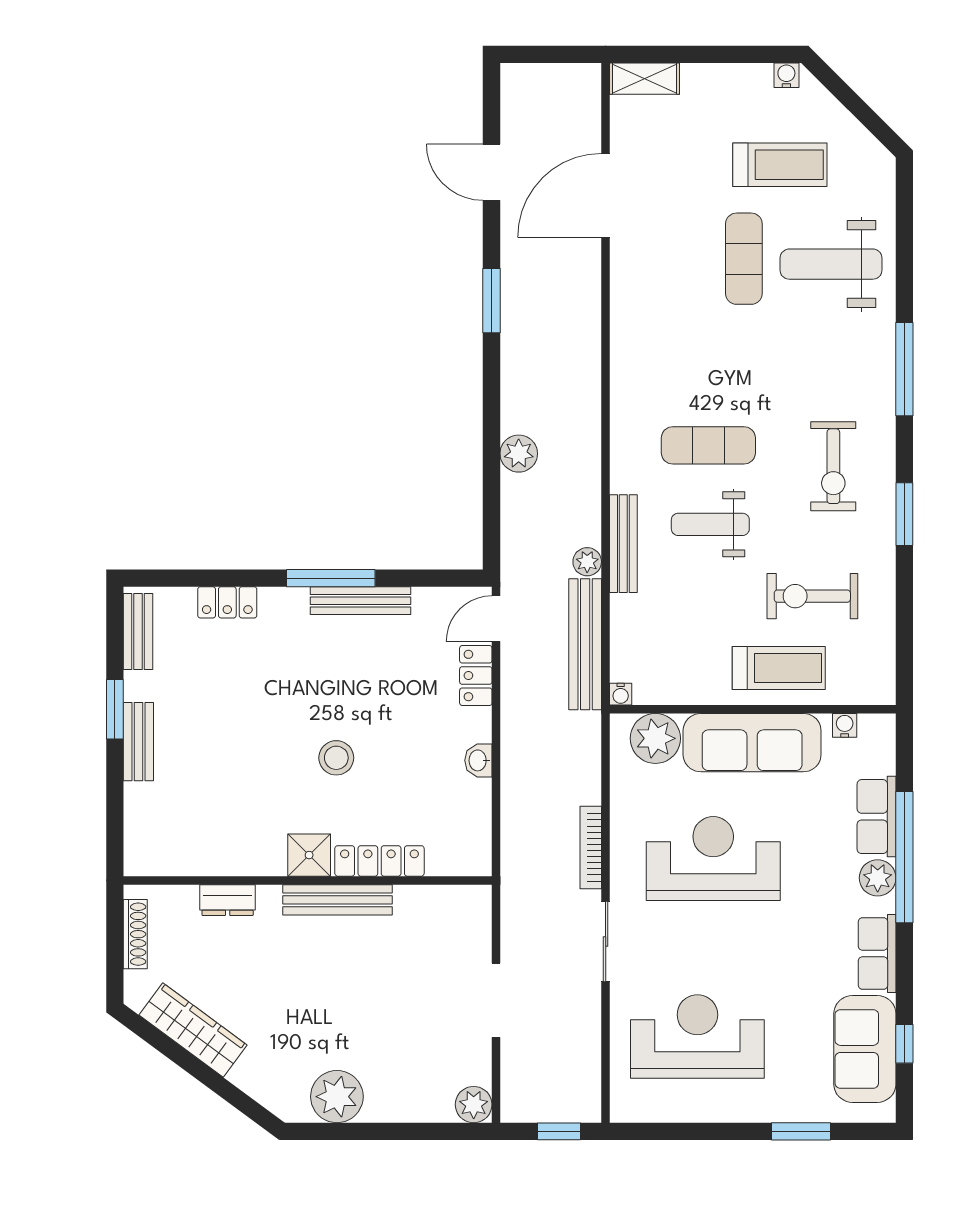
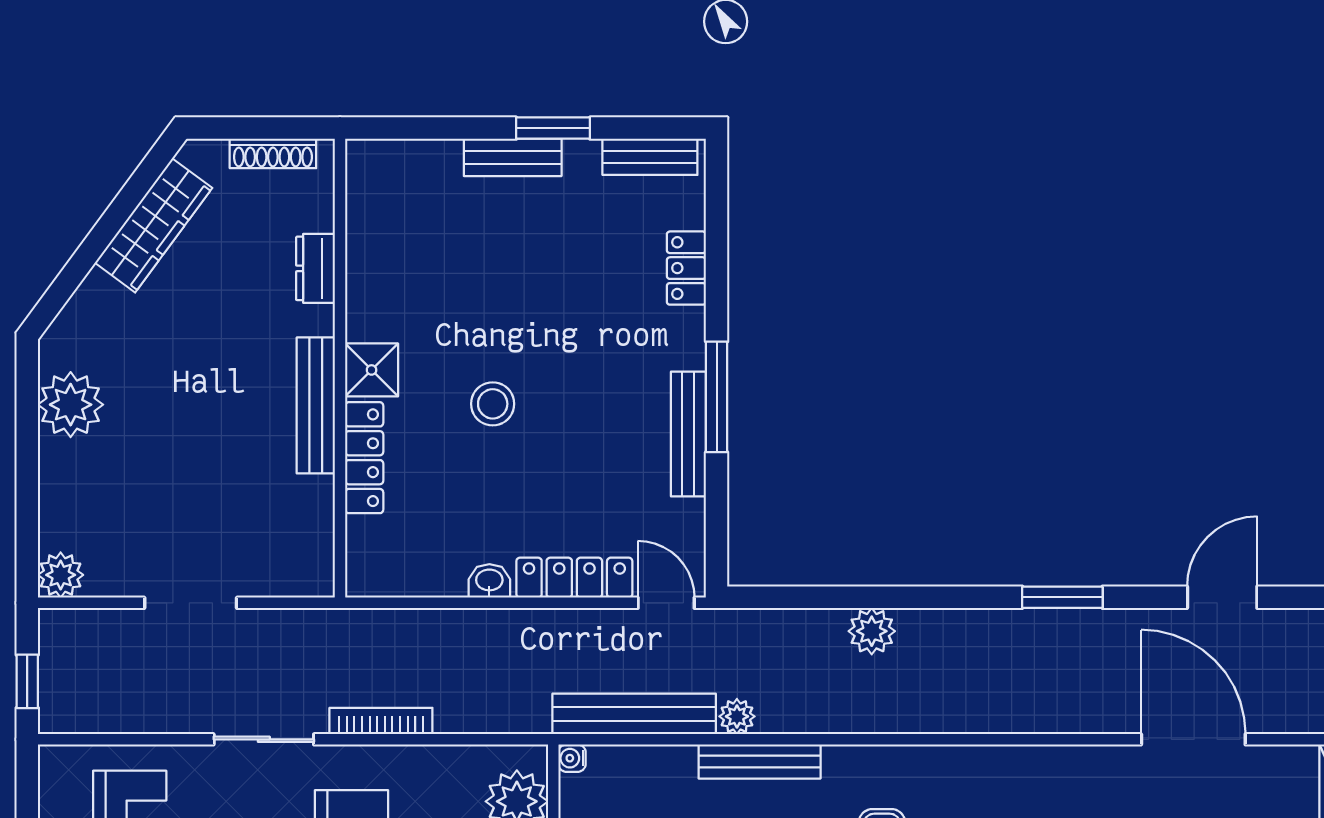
locker: (476, 676) -> (574, 578), width x1.53

